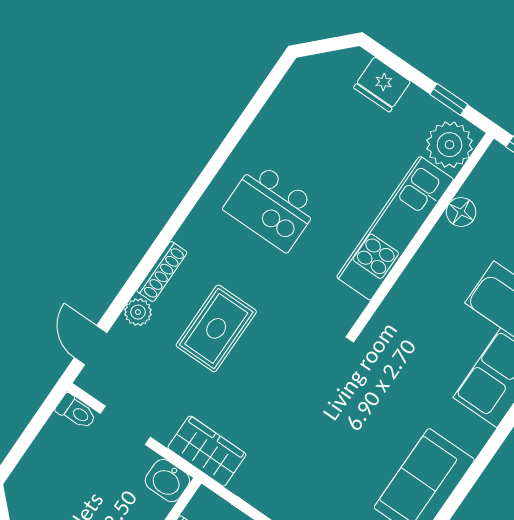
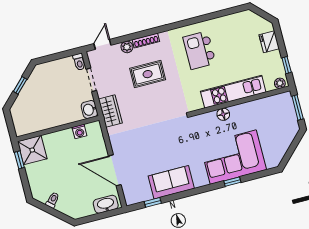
plant: (450, 145) -> (280, 83), width x0.53, depth x0.53
floor lamp: (461, 212) -> (223, 114), moved

